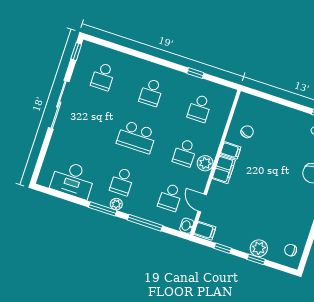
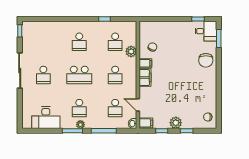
school desk: (103, 77) -> (43, 75), moved
plant: (205, 163) -> (131, 51), moved
plant: (259, 248) -> (176, 123), moved

